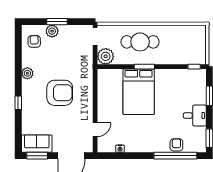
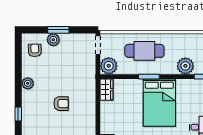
plant: (180, 56) -> (185, 66), added
wardrobe: (103, 79) -> (106, 90), added
bed: (139, 92) -> (159, 103), moved
armchair: (60, 93) -> (61, 104), width x0.53, depth x0.53

